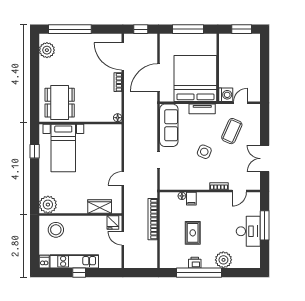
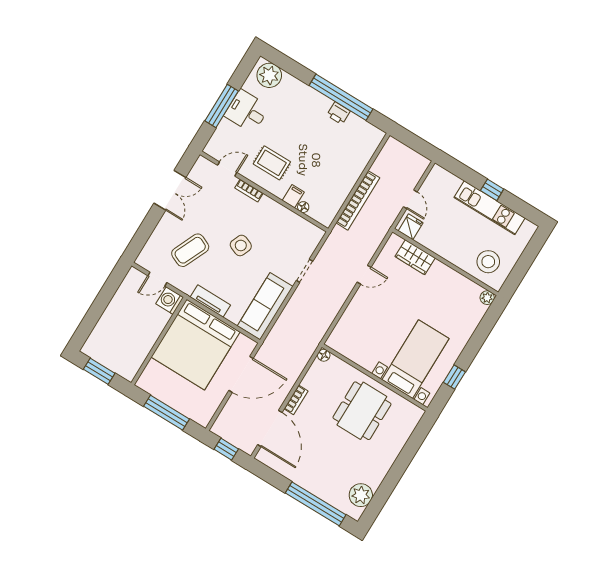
dining table: (60, 103) -> (362, 411), moved
plant: (48, 205) -> (487, 298), width x0.53, depth x0.53
desk: (248, 231) -> (247, 111), width x0.73
rug: (193, 233) -> (272, 163), moved, turned 90
plant: (223, 260) -> (269, 75), moved
dishwasher: (44, 262) -> (527, 230), removed

